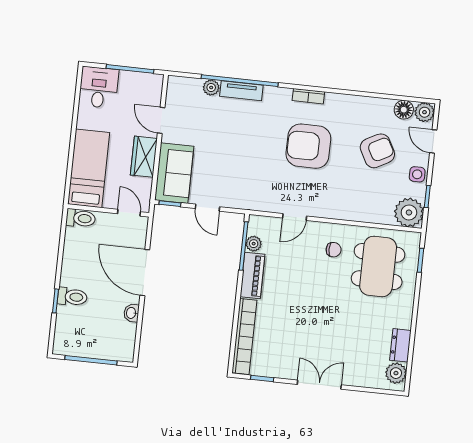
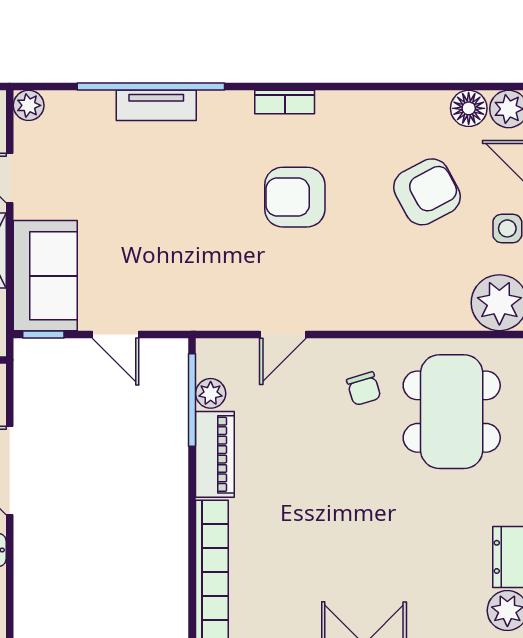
plant: (211, 88) -> (29, 105), moved
armchair: (308, 146) -> (295, 197), width x0.73, depth x0.73
chair: (334, 250) -> (364, 389), turned 73

